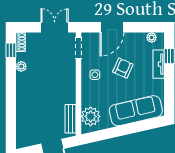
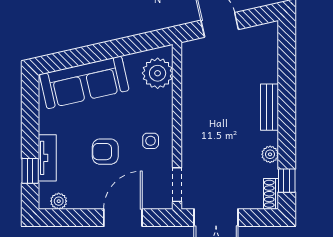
armchair: (123, 68) -> (105, 152), turned 66
bench: (71, 119) -> (270, 107), moved

